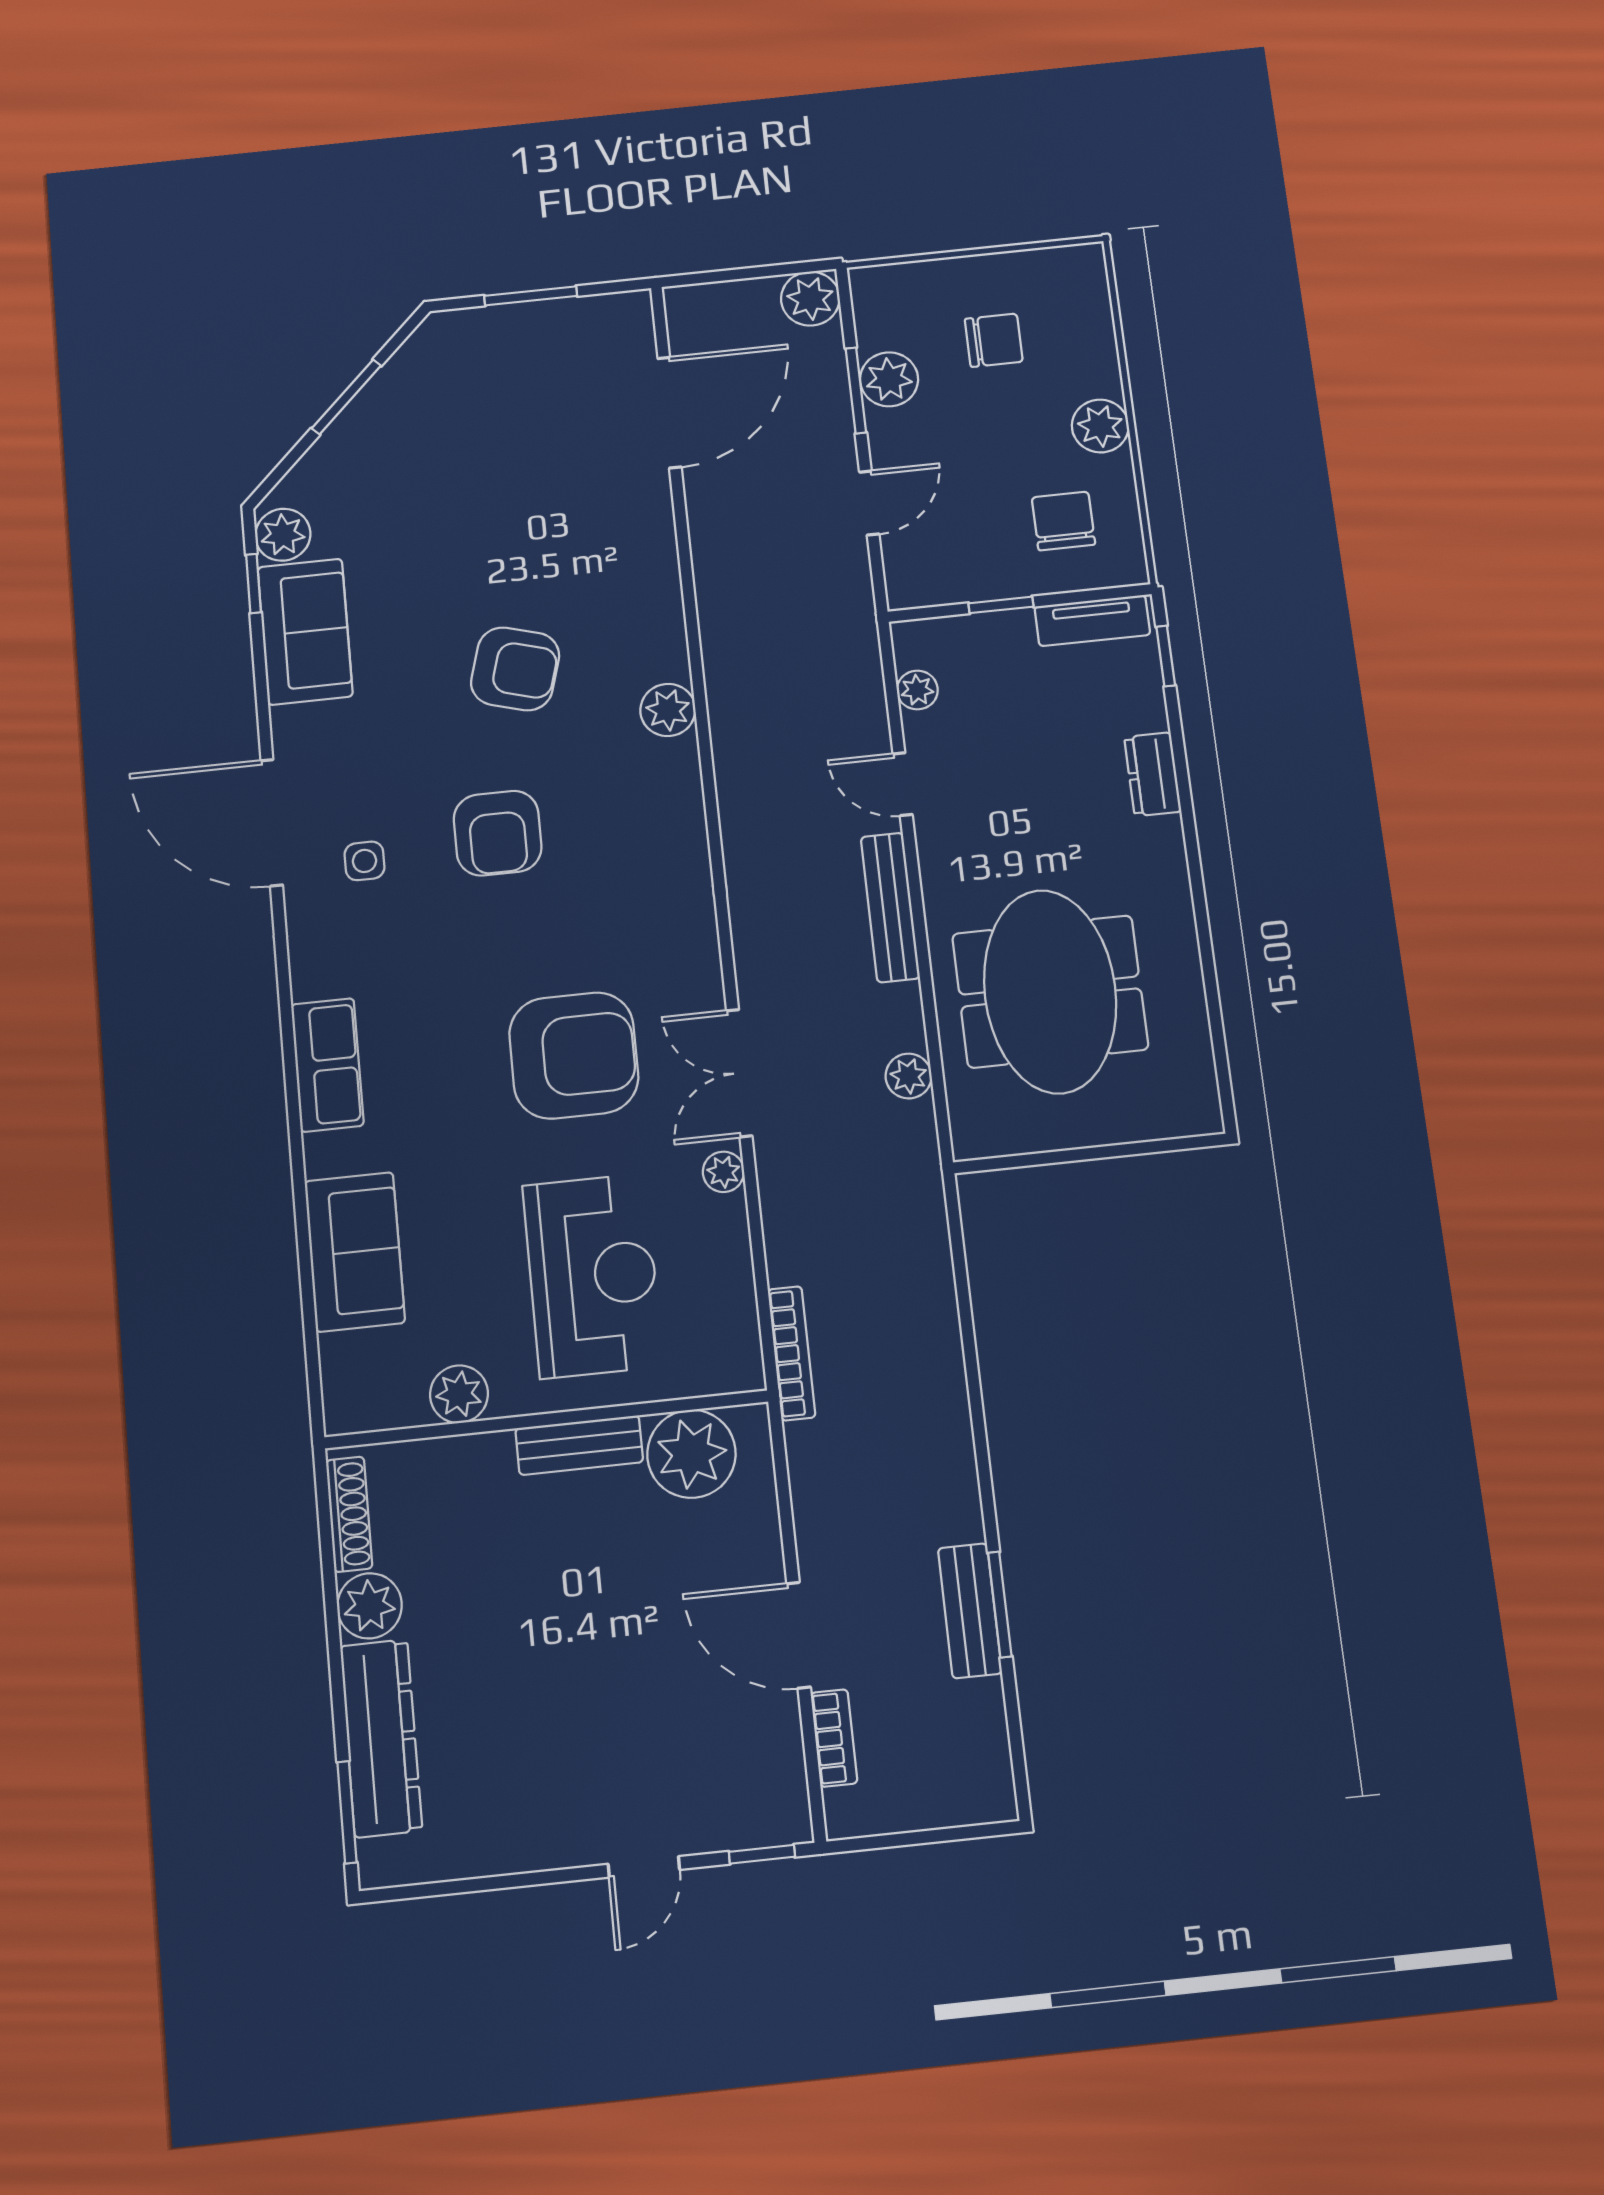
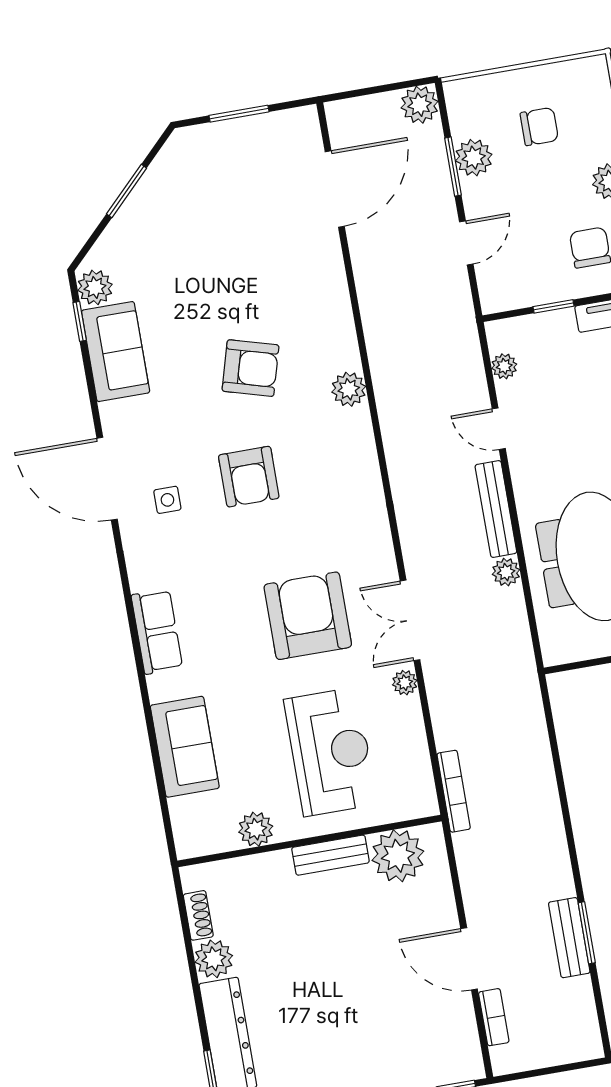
armchair: (574, 1055) -> (308, 616), turned -90
plant: (909, 1076) -> (506, 572), moved
shoe rack: (349, 1514) -> (198, 915), width x0.70

